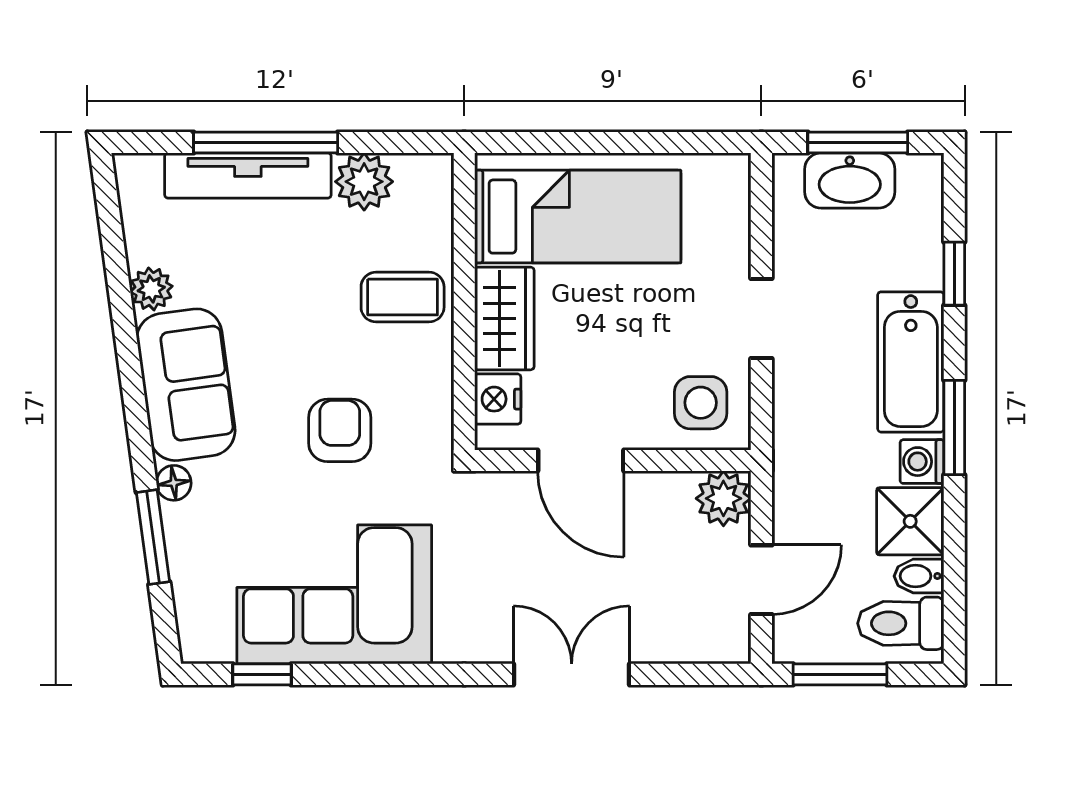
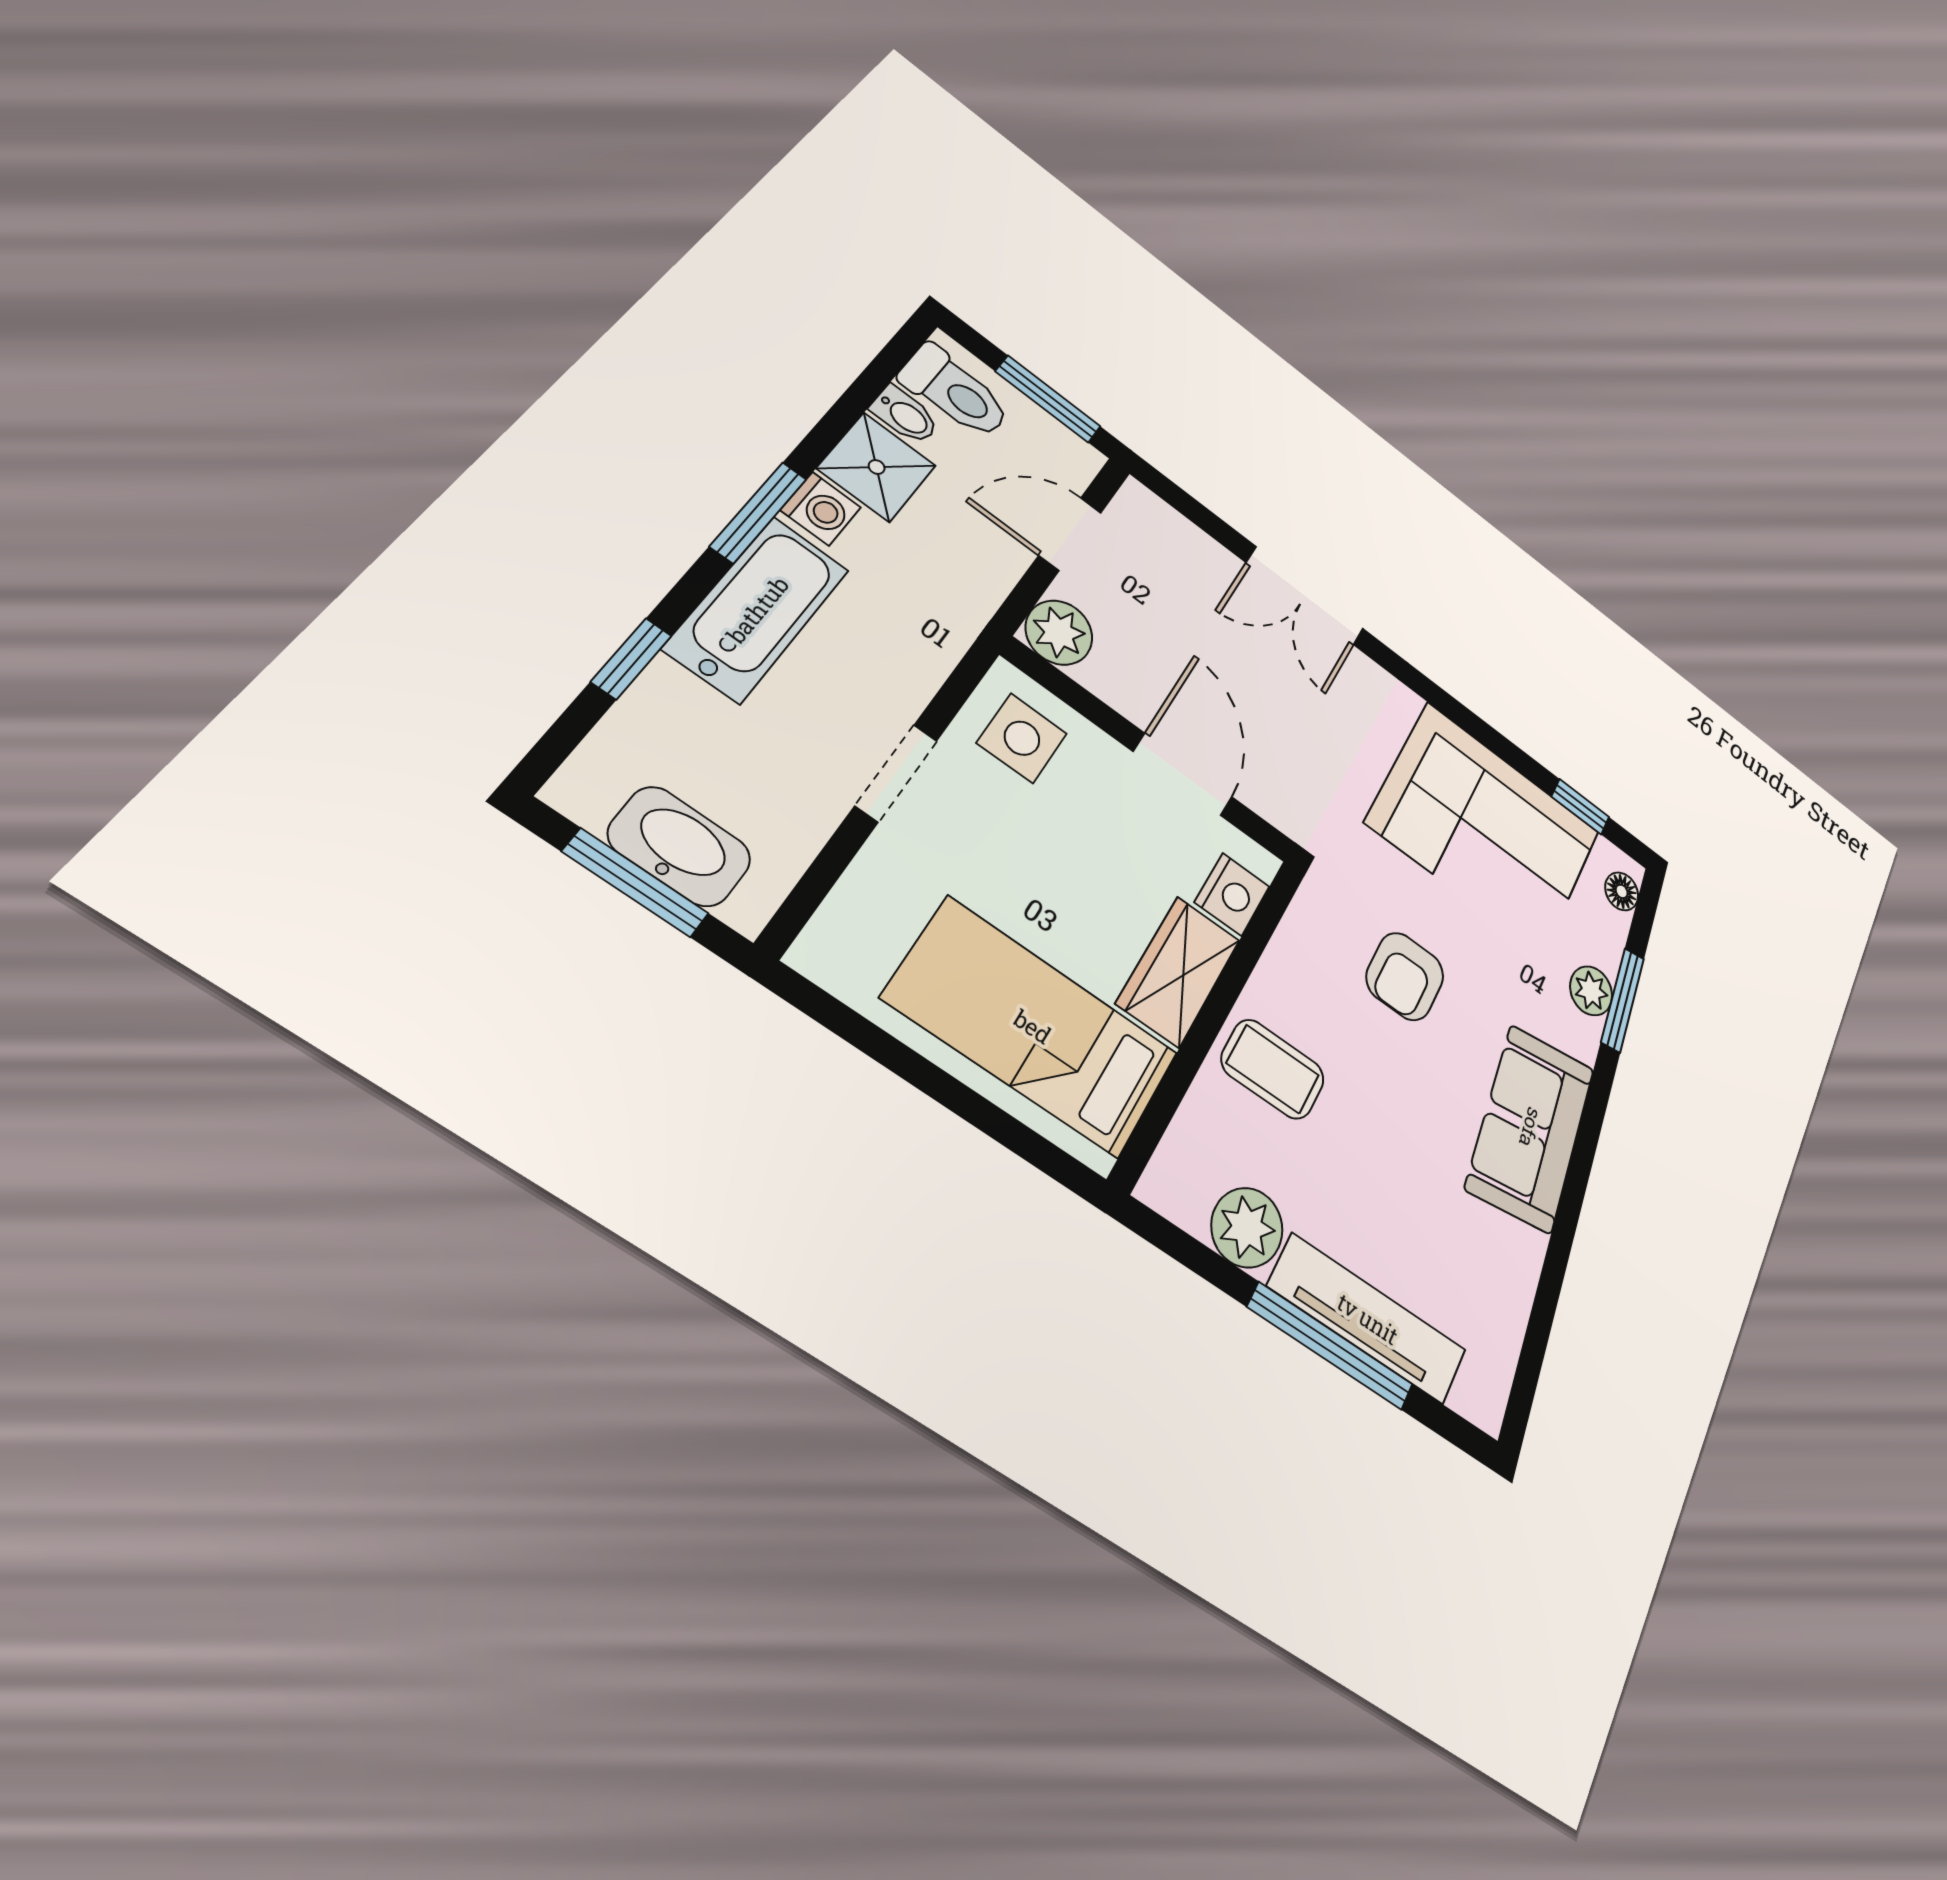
plant: (151, 289) -> (1591, 991), moved
floor lamp: (174, 483) -> (1622, 891), moved

